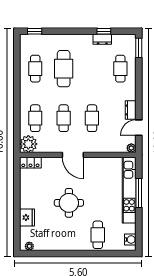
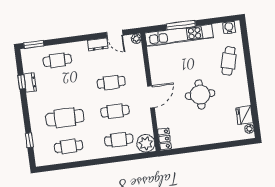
window: (35, 31) -> (29, 140), moved
fridge: (27, 217) -> (244, 115), moved, turned -90
cafe table: (98, 235) -> (229, 61), turned -74

